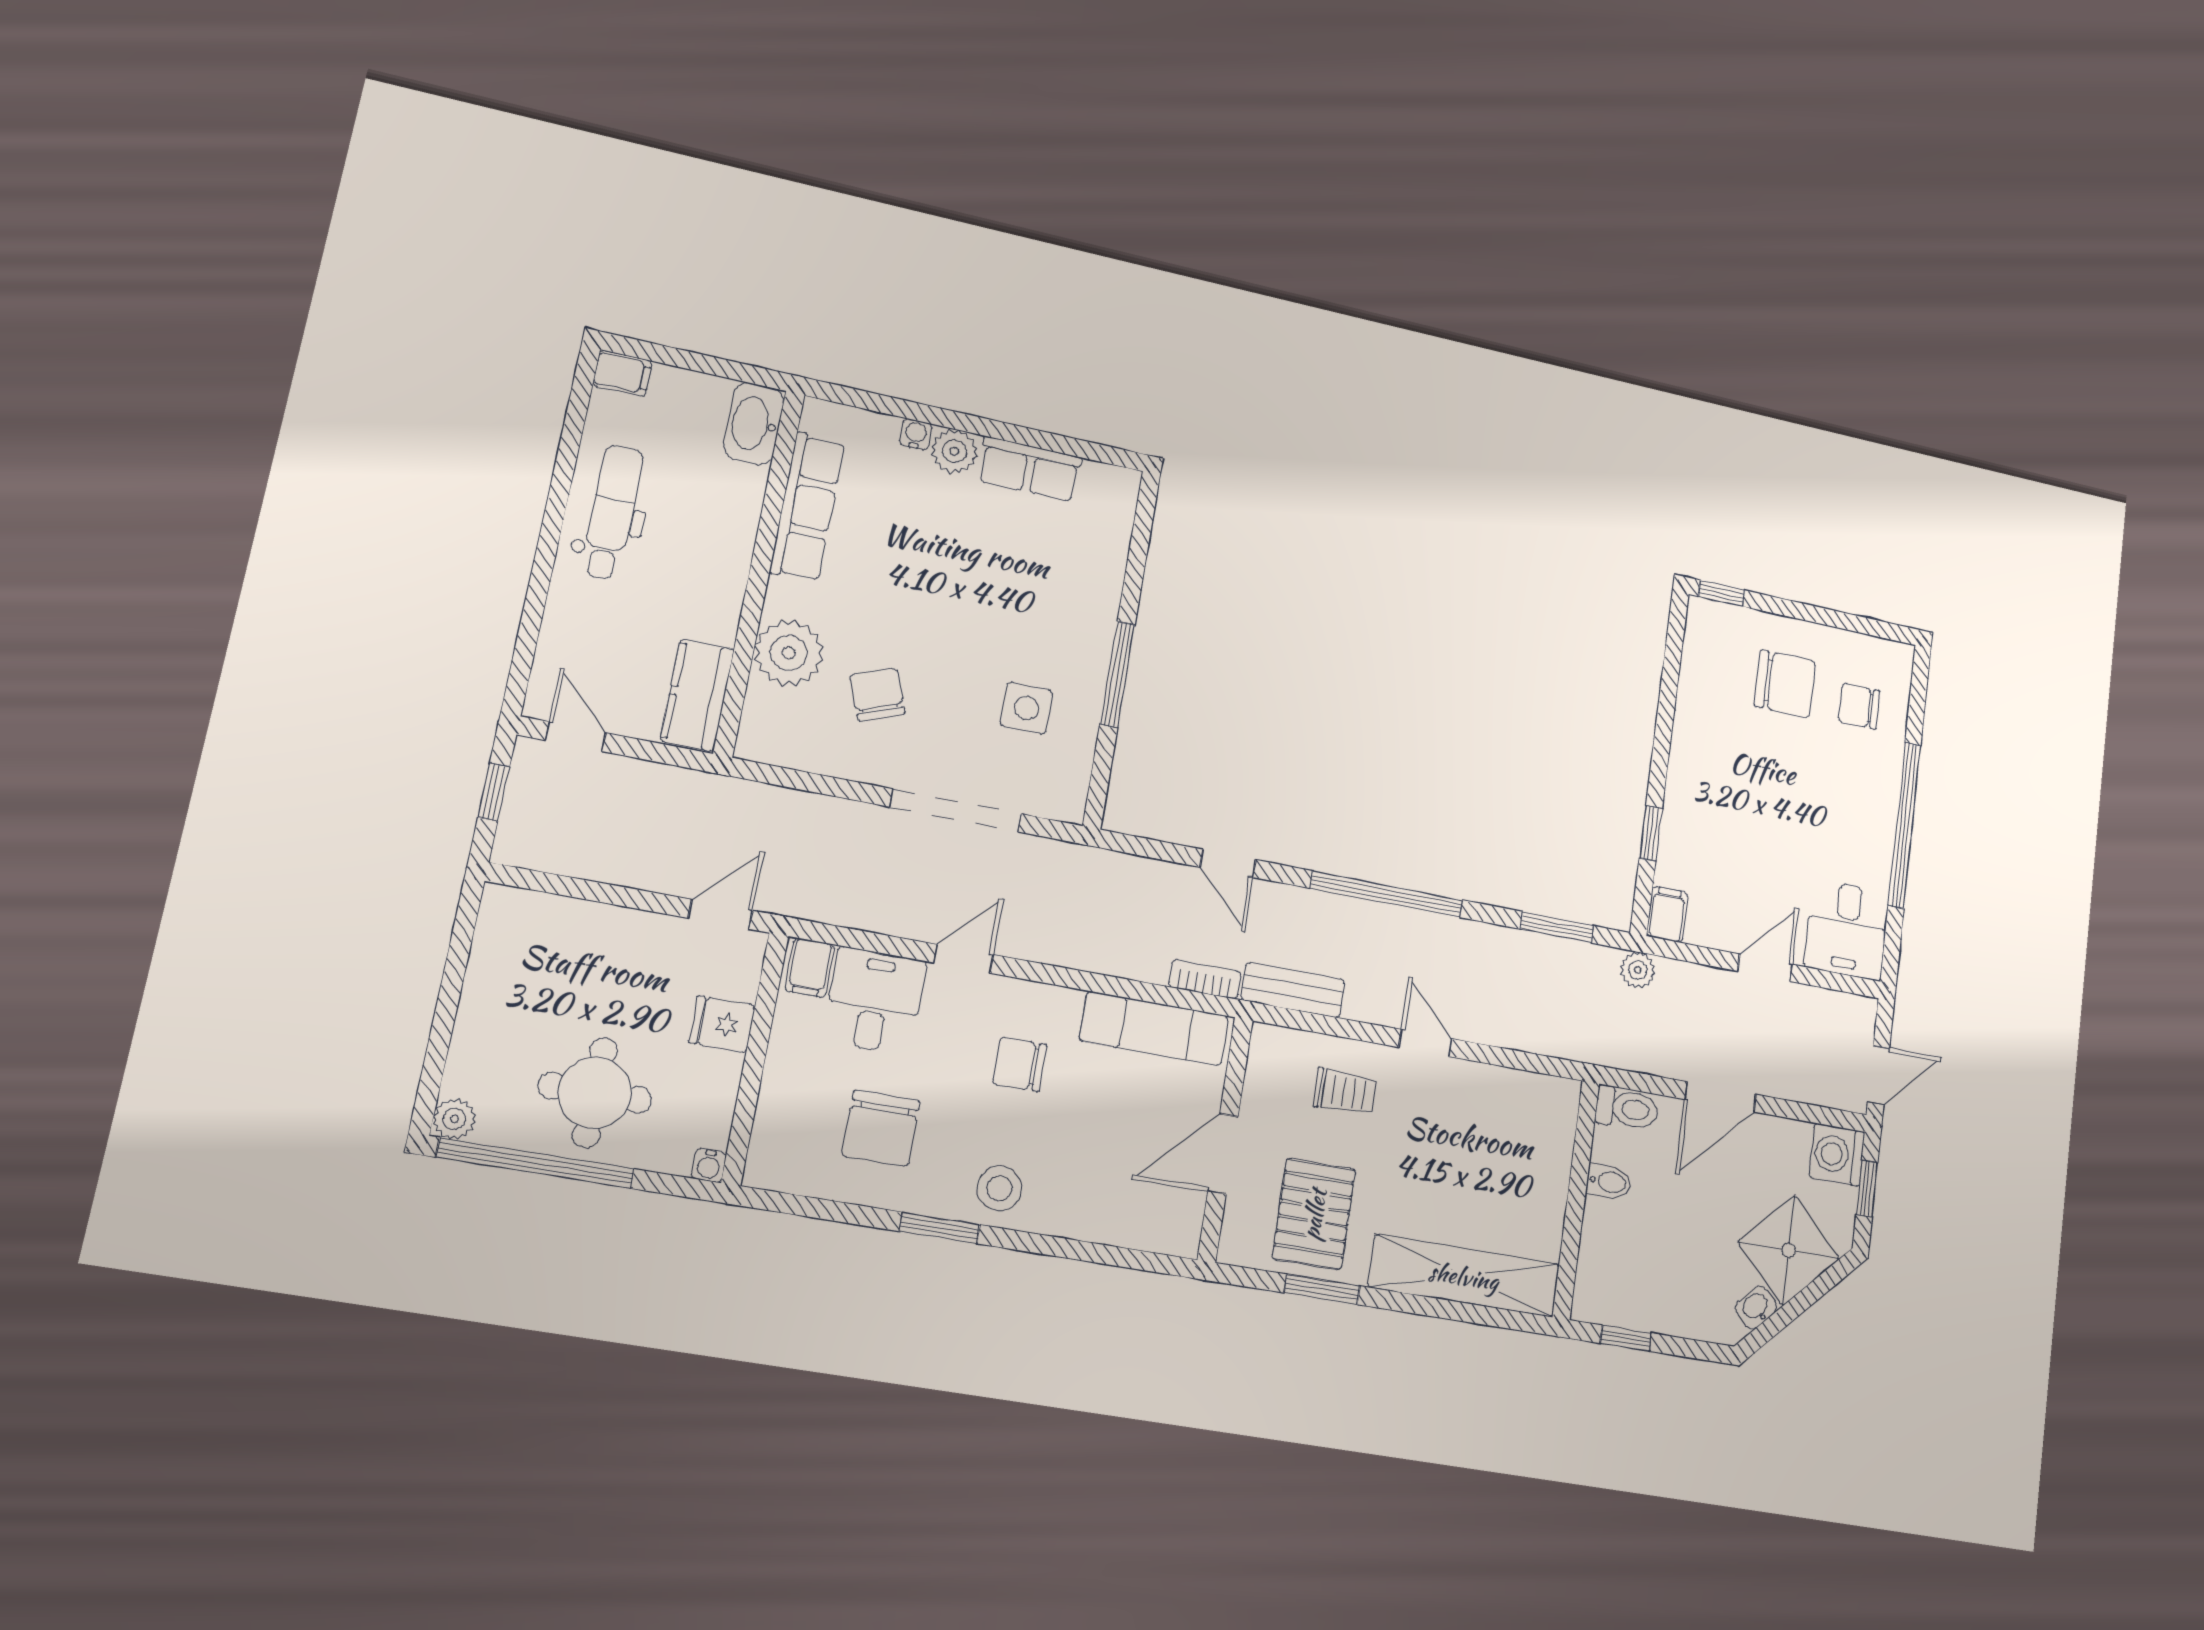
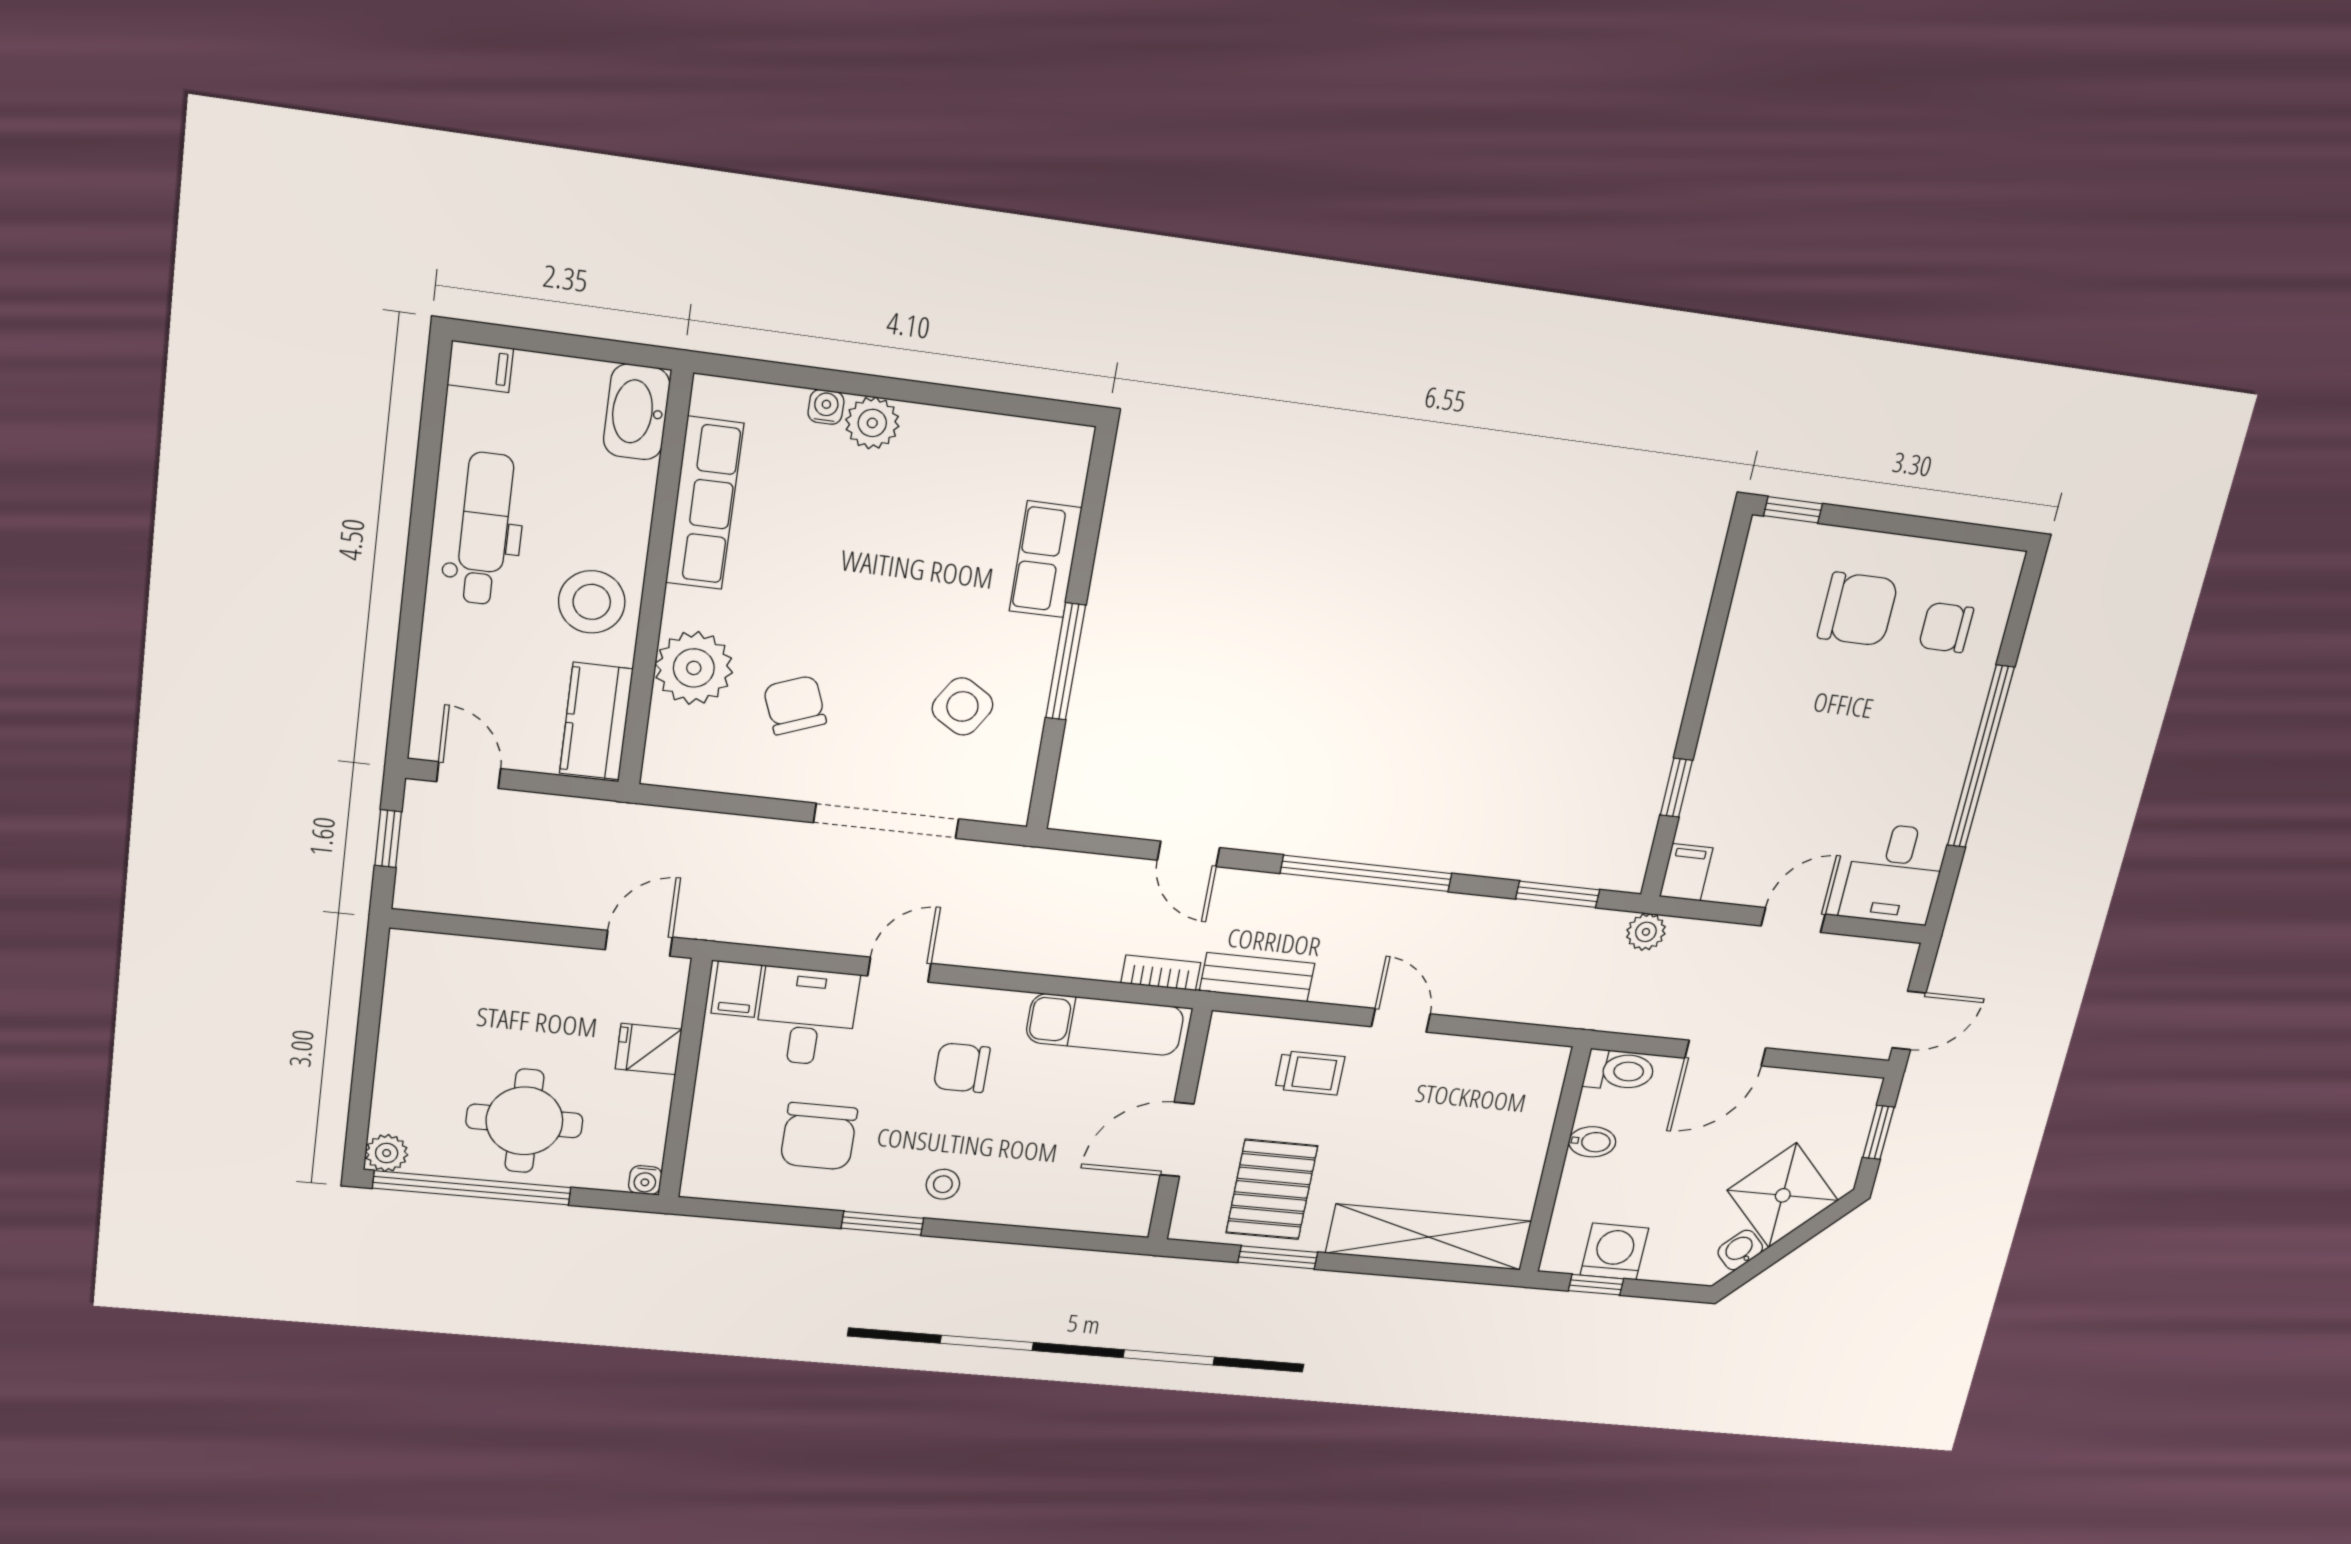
row of seats: (1029, 469) -> (1045, 559), moved, turned 90
stool: (702, 585) -> (592, 602), added
side table: (1027, 708) -> (962, 706), turned 32
washing machine: (1837, 1155) -> (1614, 1252), moved, turned 90
stool: (999, 1188) -> (943, 1184), width x0.73, depth x0.73

